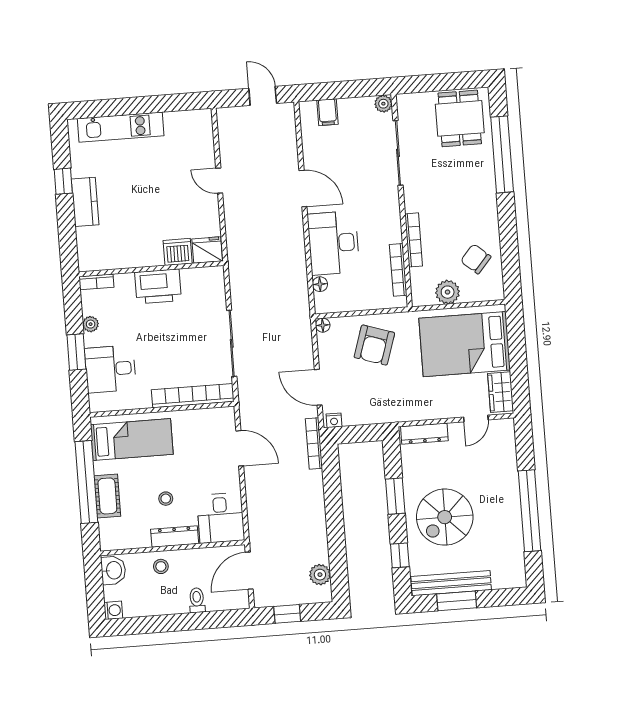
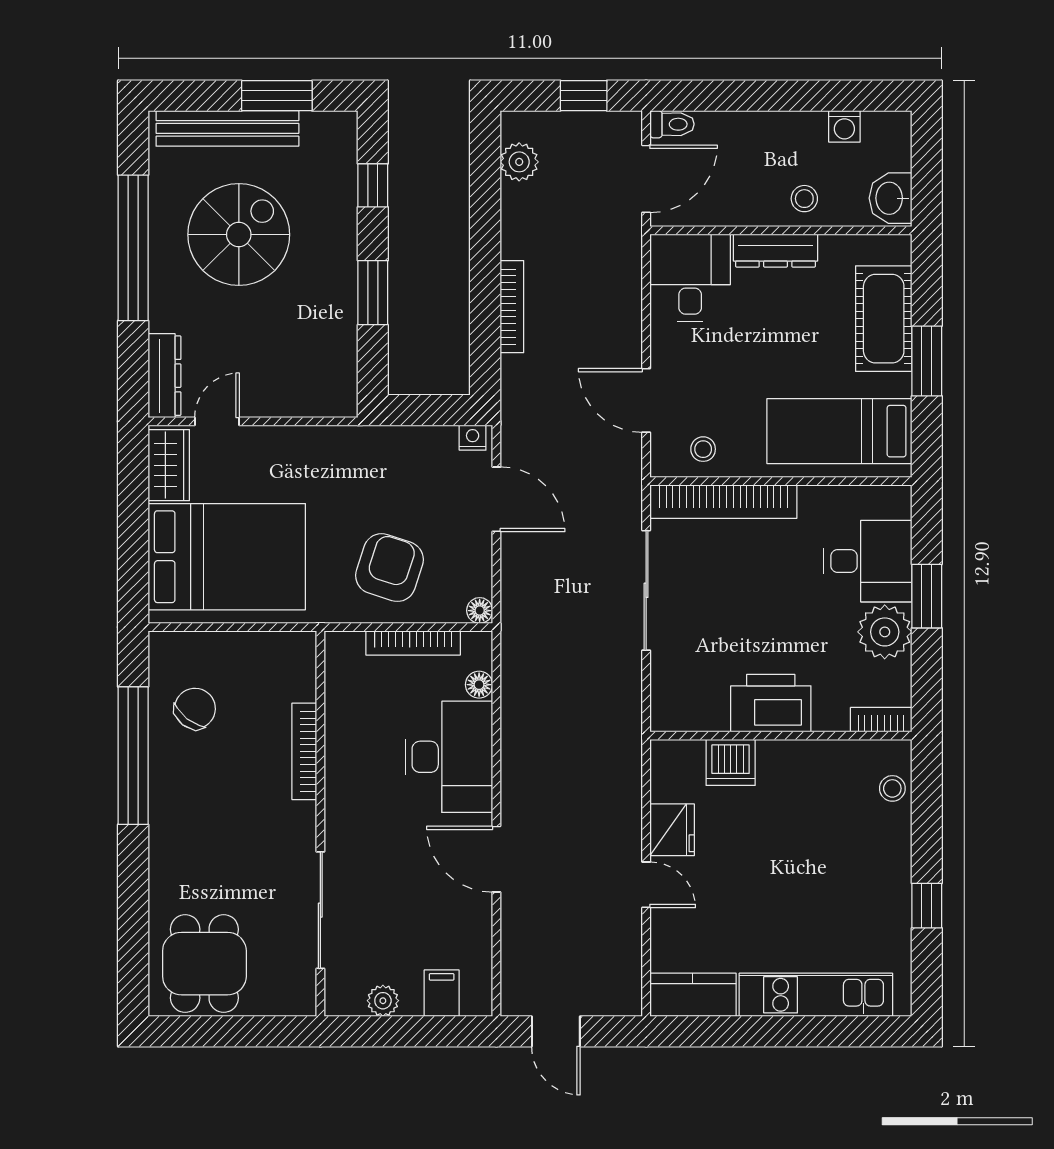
plant: (383, 104) -> (383, 1001), moved
window: (502, 154) -> (133, 756), moved
kitchen counter: (85, 202) -> (693, 995), moved, turned 90
stool: (87, 244) -> (892, 788), added
fridge: (207, 250) -> (672, 830), moved, turned -90
chair: (476, 259) -> (195, 709), turned -93
bookcase: (398, 270) -> (413, 643), moved, turned 90
plant: (448, 292) -> (250, 653), removed
plant: (91, 324) -> (885, 632), width x1.88, depth x1.88
dresser: (424, 434) -> (165, 376), moved, turned 90
bookcase: (314, 443) -> (512, 307), moved
window: (86, 482) -> (927, 361), width x0.47
cot: (107, 496) -> (884, 319), width x1.37, depth x1.34
stool: (166, 499) -> (703, 449), moved
spiral stairs: (445, 517) -> (239, 235), moved
bench: (451, 583) -> (227, 128), moved
toilet: (197, 600) -> (672, 124), moved, turned -90
washing machine: (113, 610) -> (844, 126), moved, turned -90

